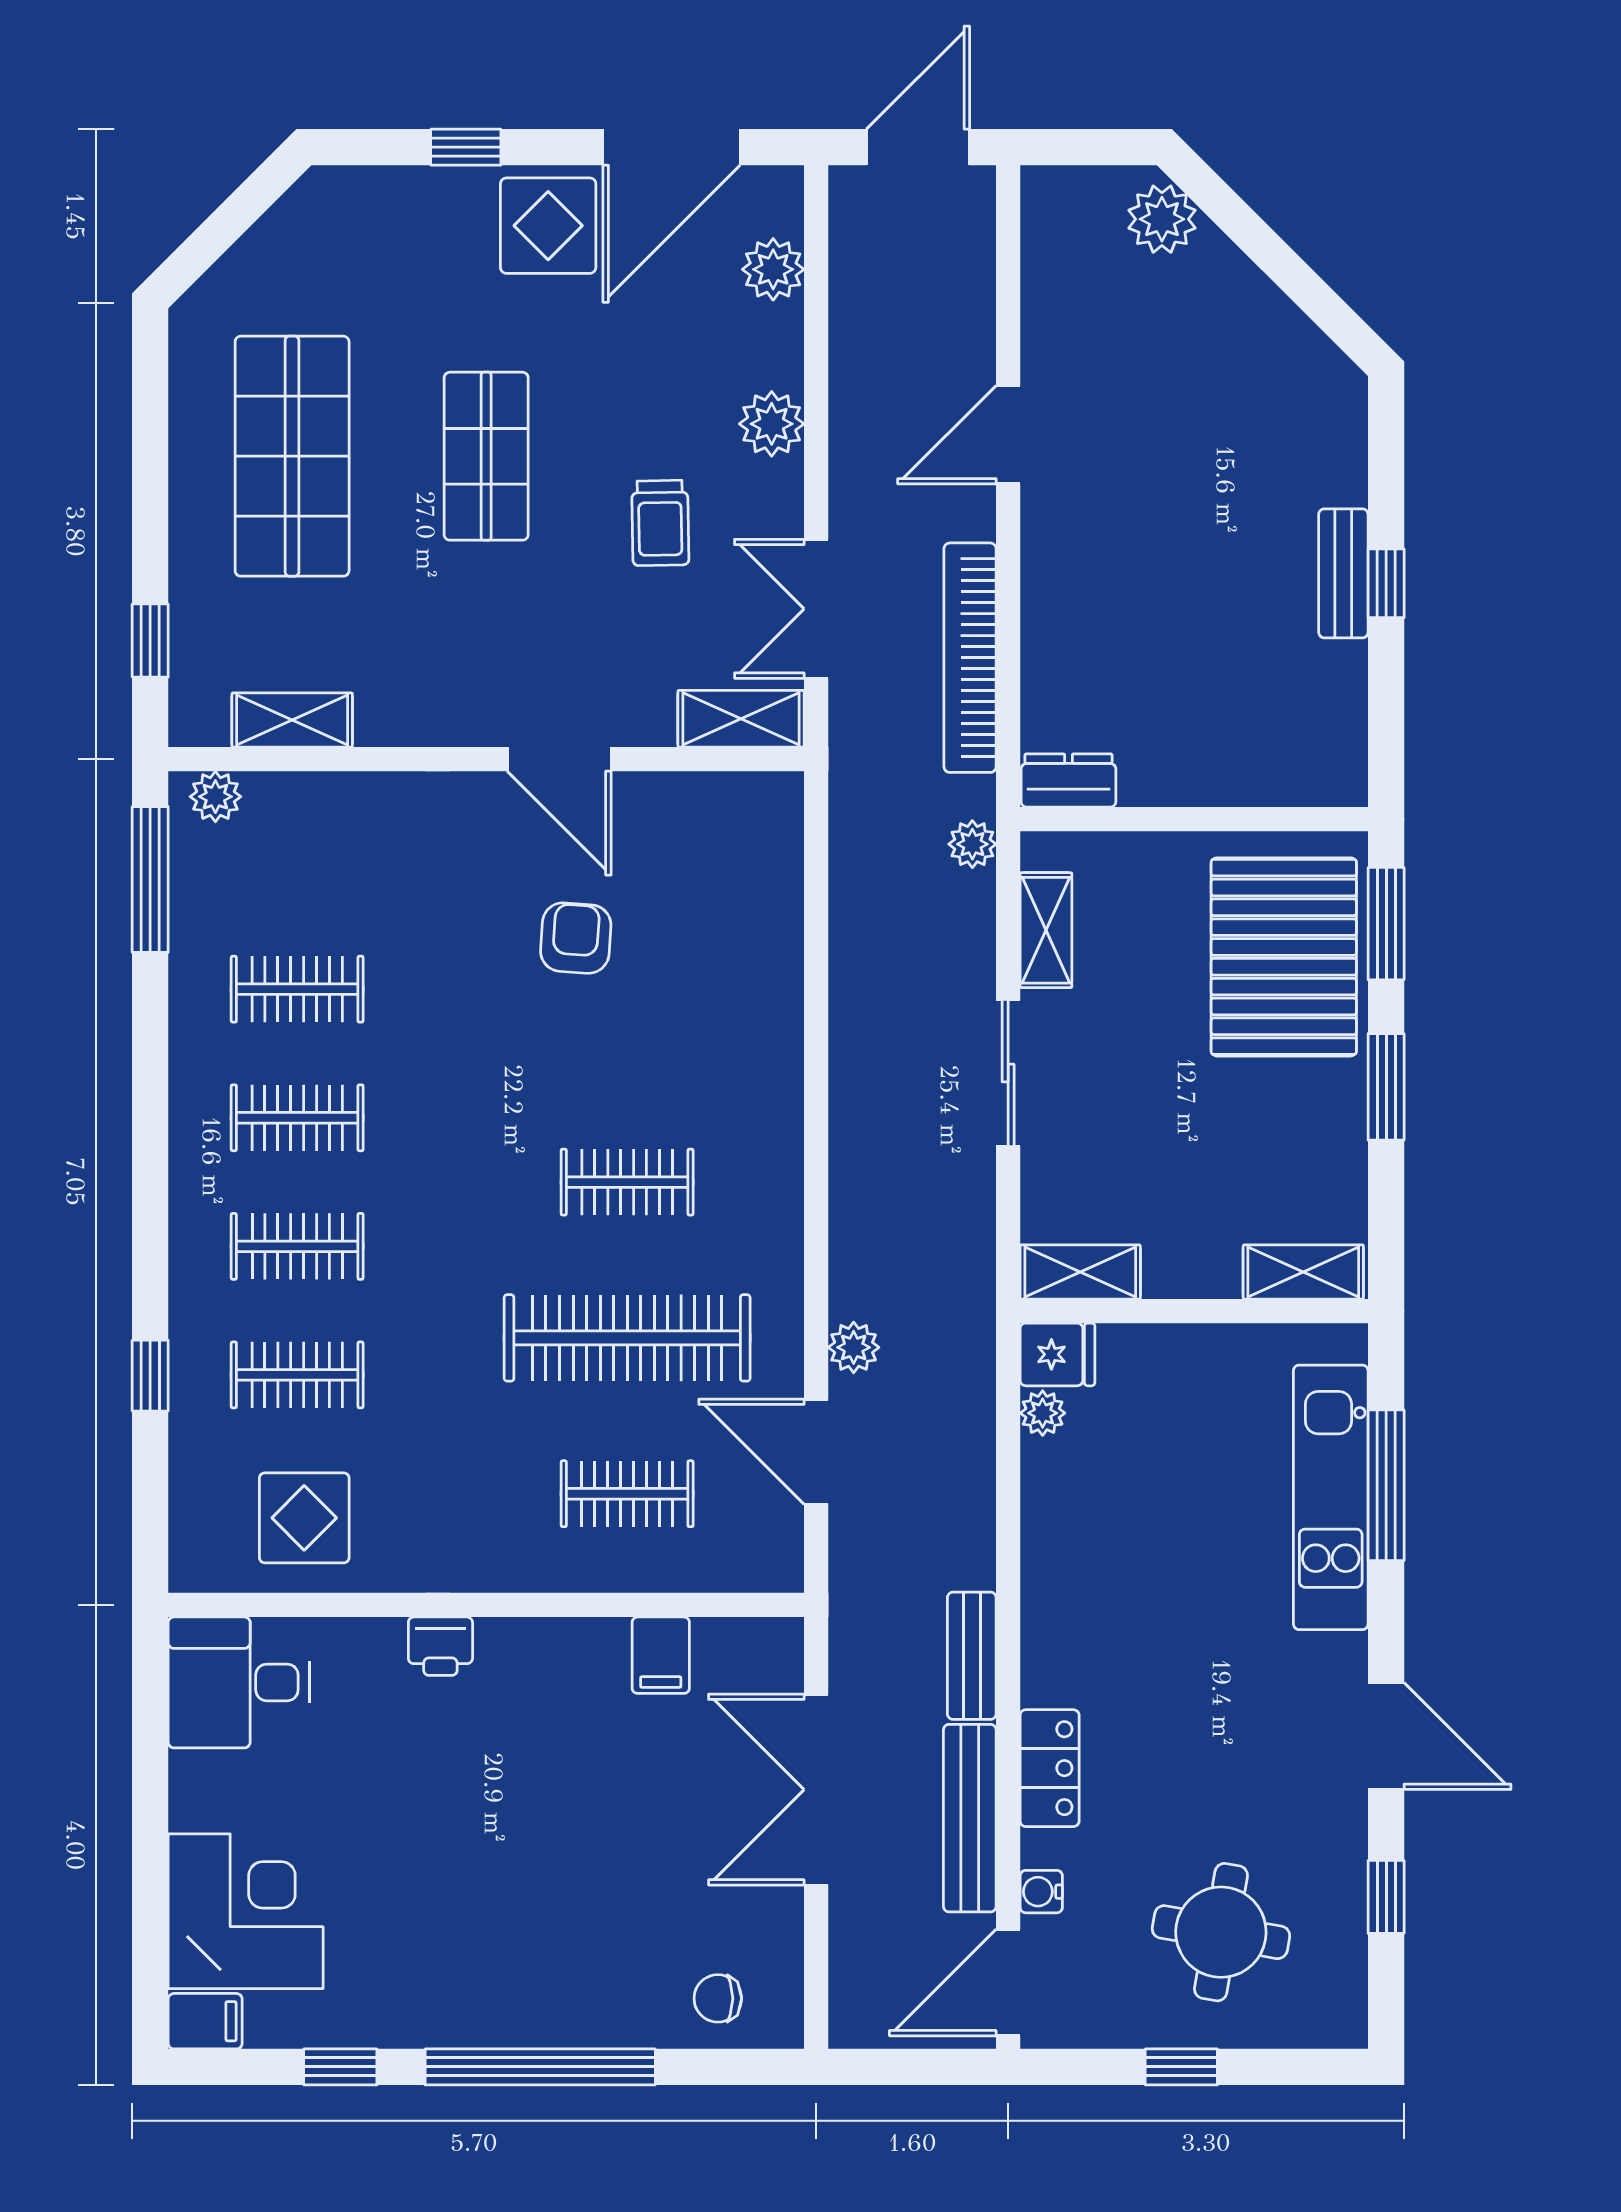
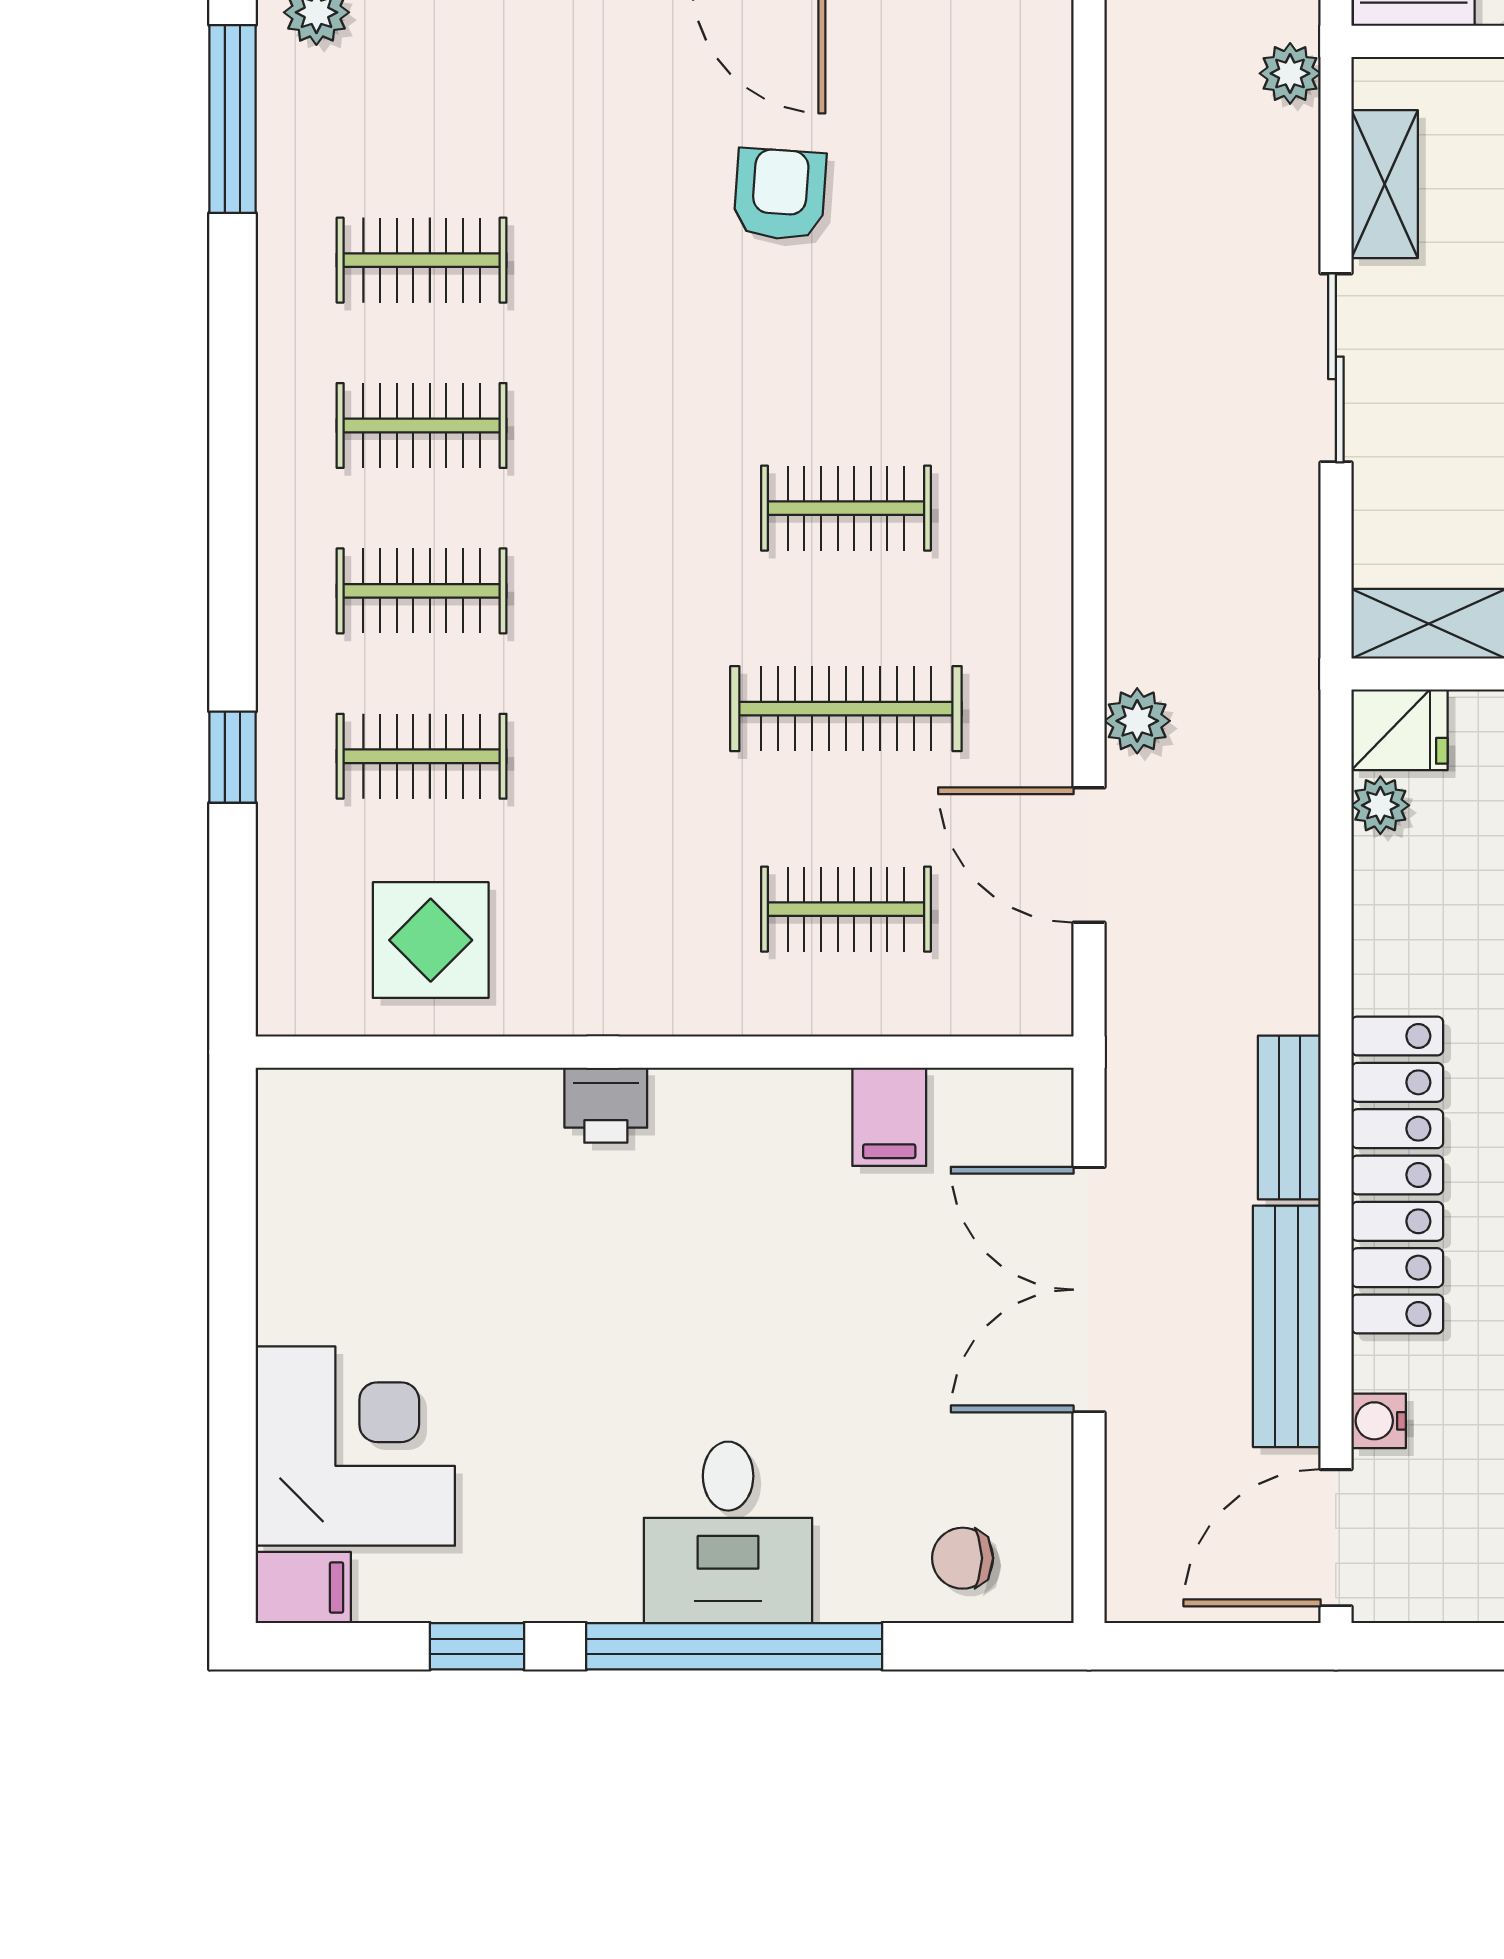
clothes rail: (627, 1338) -> (846, 709), width x0.73, depth x0.76
desk: (239, 1682) -> (728, 1532), moved, turned -90
locker: (1050, 1768) -> (1397, 1175), width x2.16, depth x1.21

